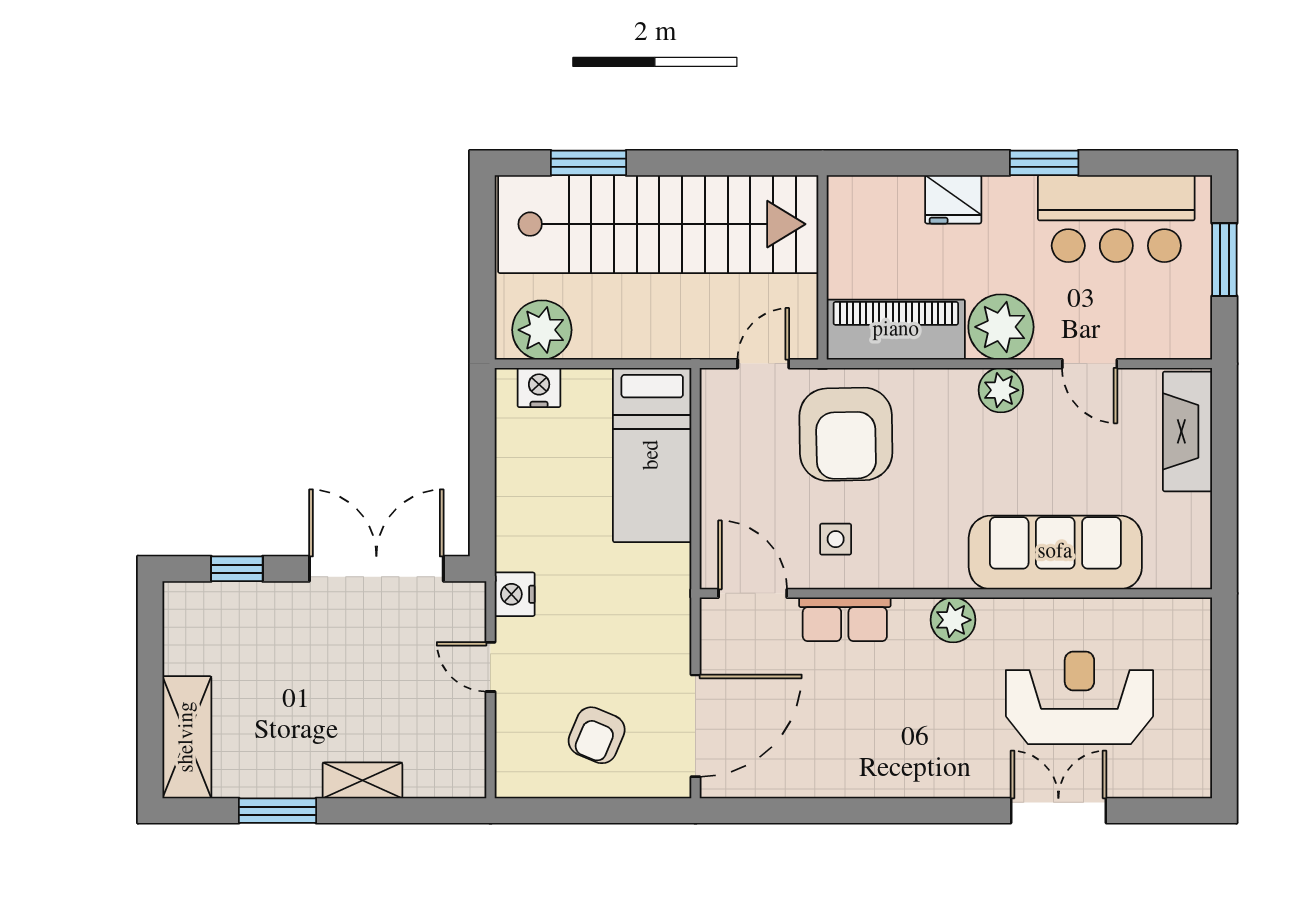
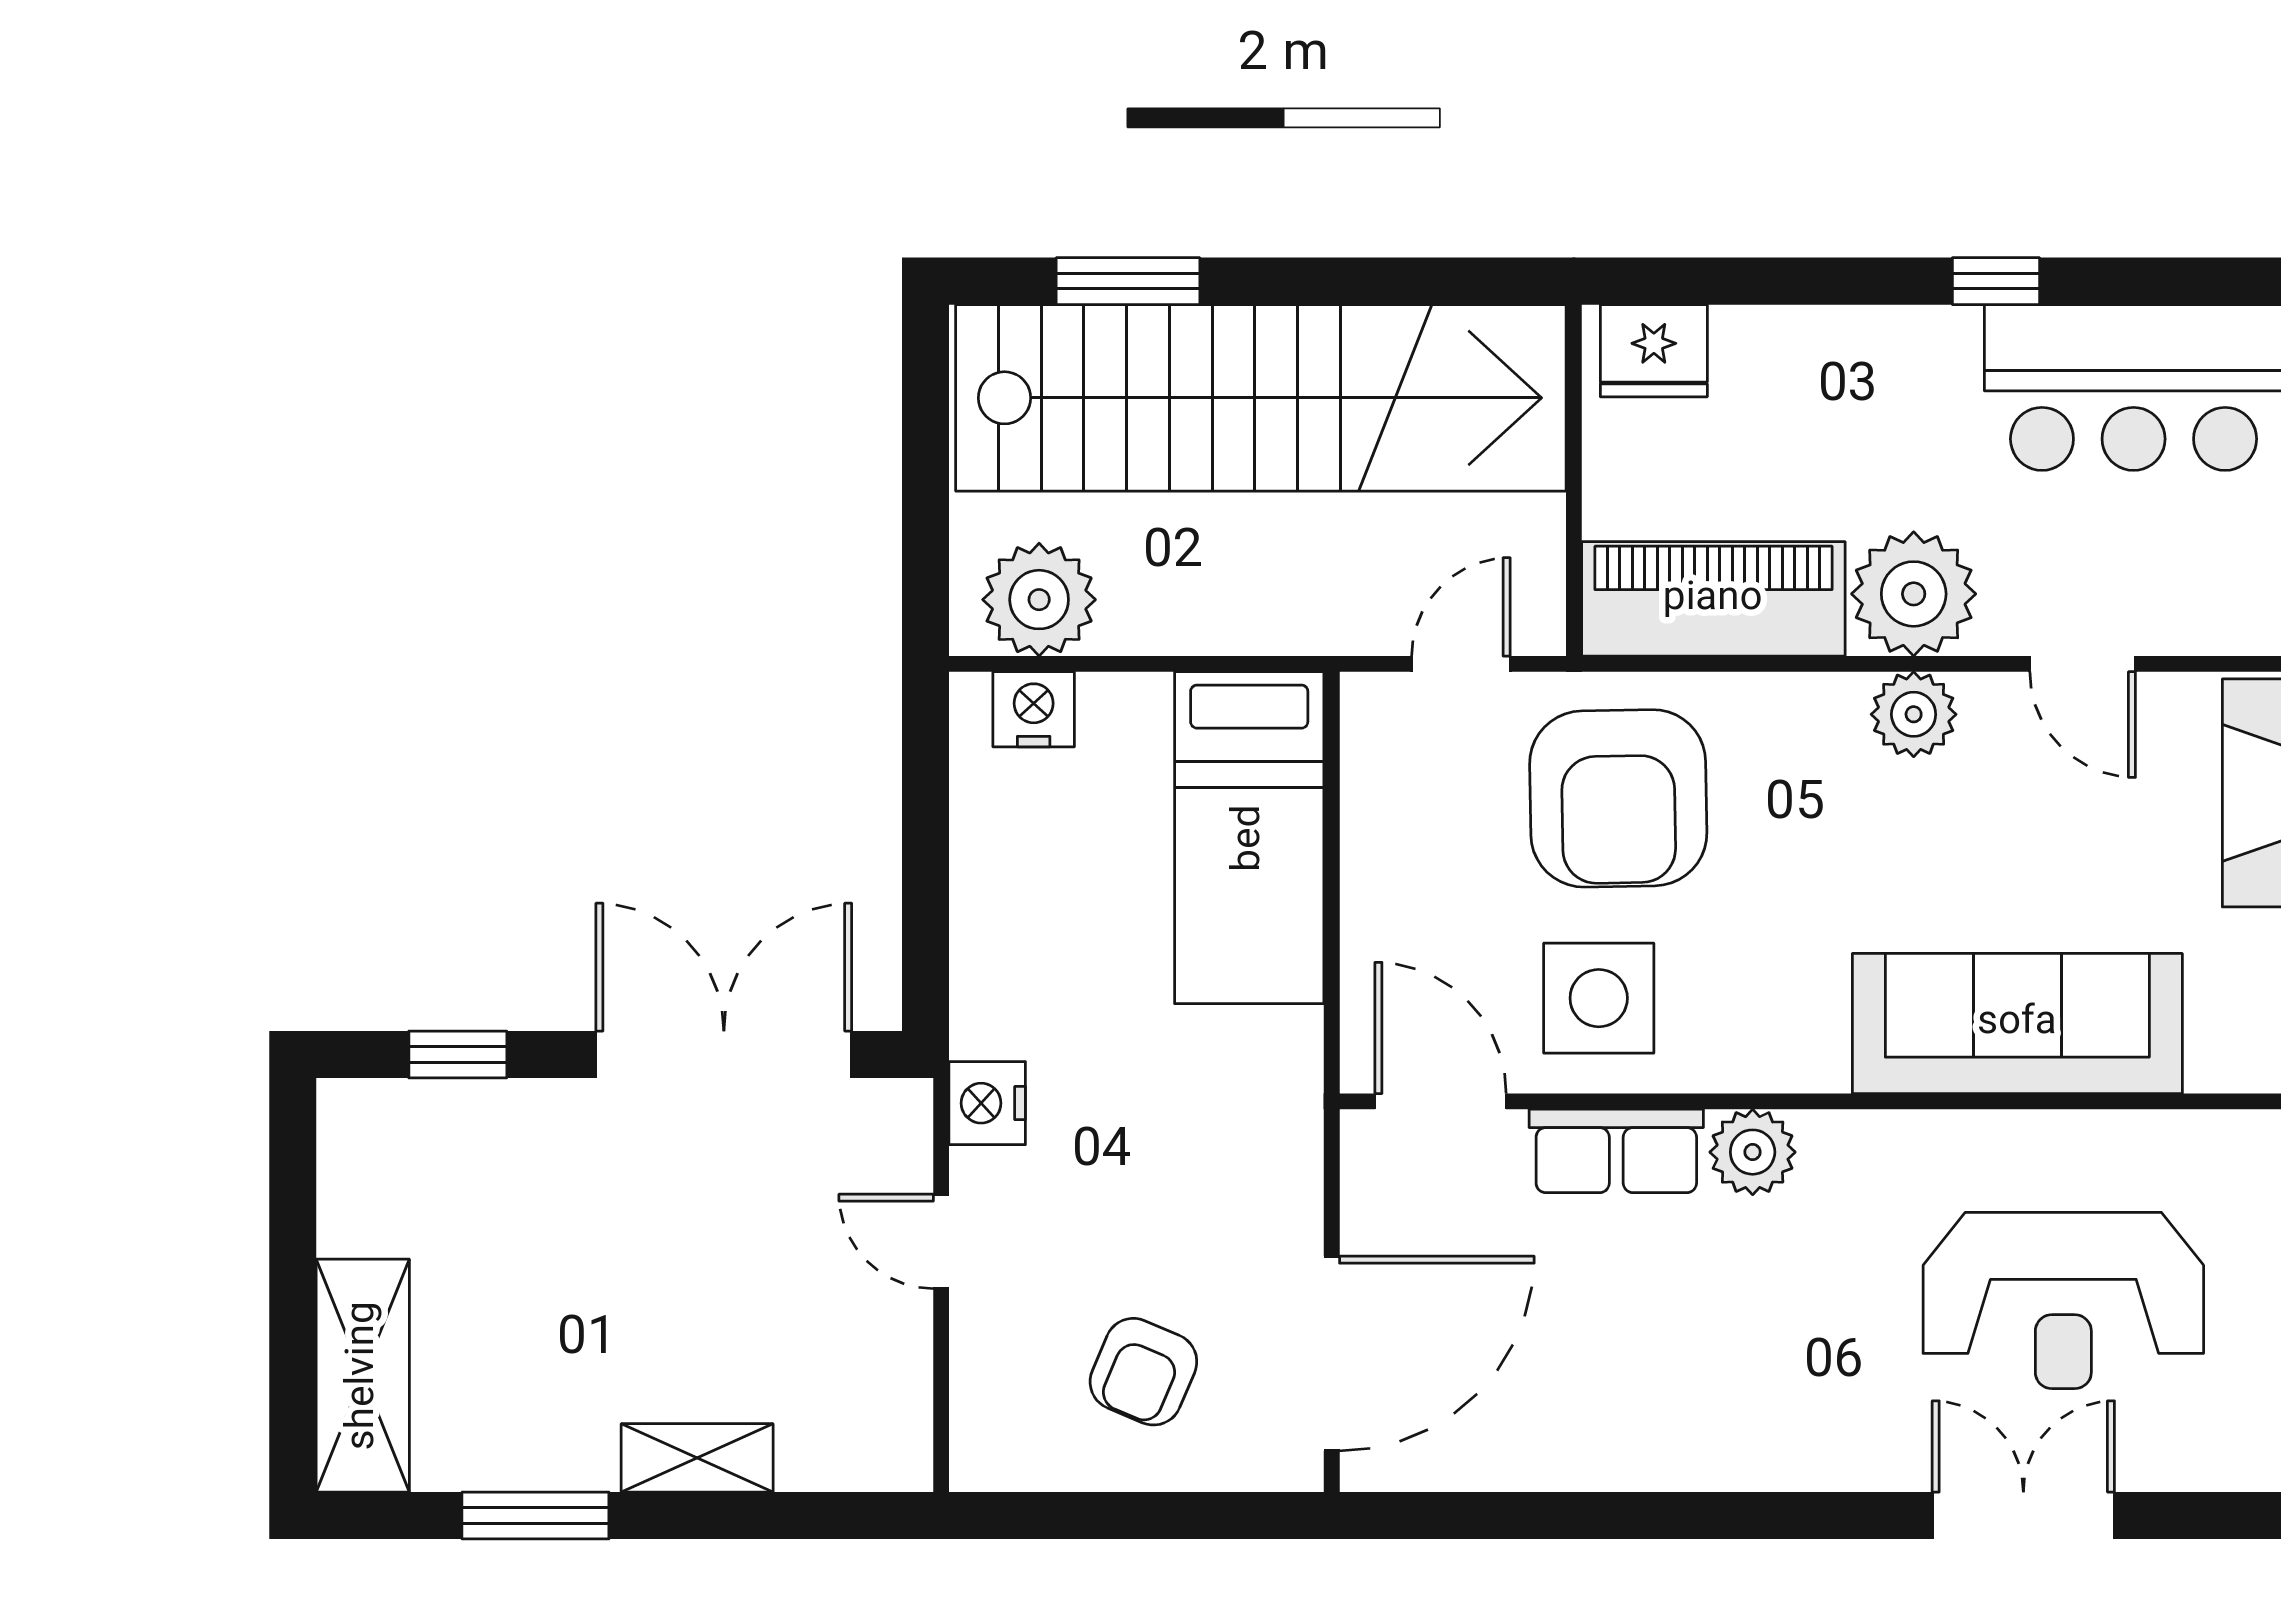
window: (1044, 163) -> (1996, 281), width x0.67
fridge: (953, 199) -> (1654, 351), moved
side table: (836, 539) -> (1599, 998), width x1.87, depth x1.87
plant: (953, 620) -> (1753, 1152), moved
reception desk: (1079, 698) -> (2063, 1300), turned 180

